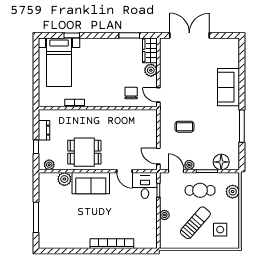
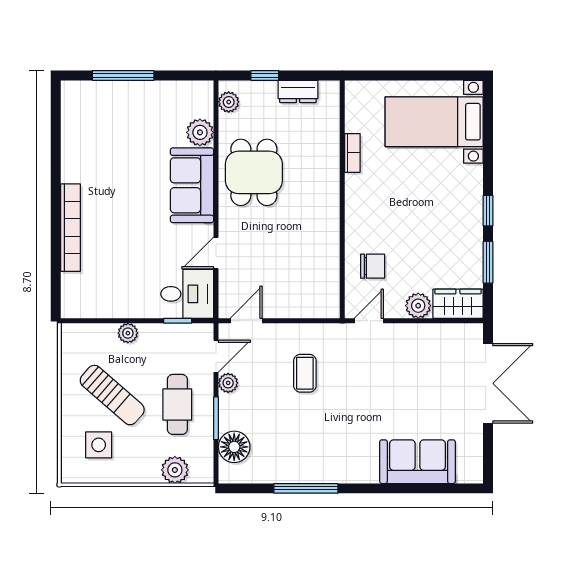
window: (72, 35) -> (488, 211), moved
sofa: (229, 87) -> (417, 462), moved

